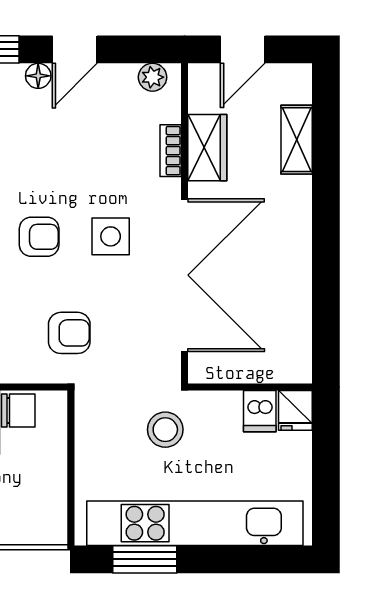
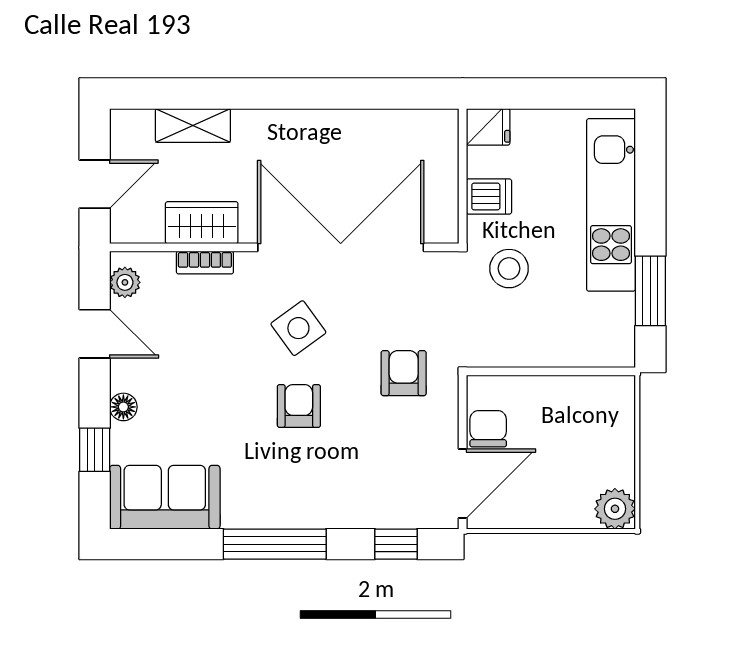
door: (75, 49) -> (95, 334), moved
door: (243, 49) -> (95, 184), hinge flipped
side table: (111, 236) -> (298, 328), turned -36
dishwasher: (260, 411) -> (489, 196), moved
kitchen unit: (195, 523) -> (611, 205), width x0.73

